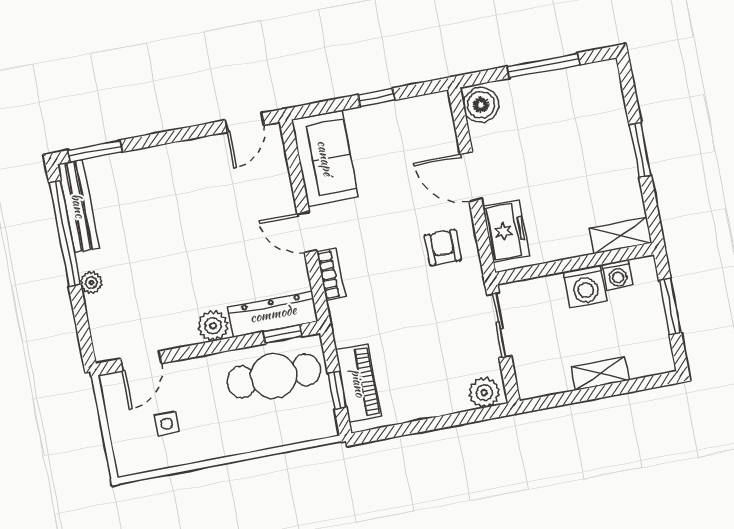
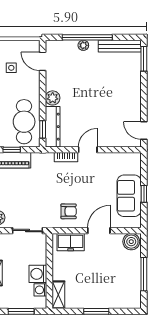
sofa: (325, 158) -> (129, 196), moved, turned 90
window: (65, 233) -> (87, 37), moved

